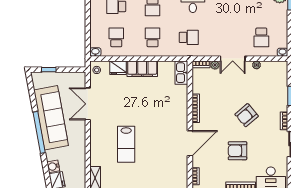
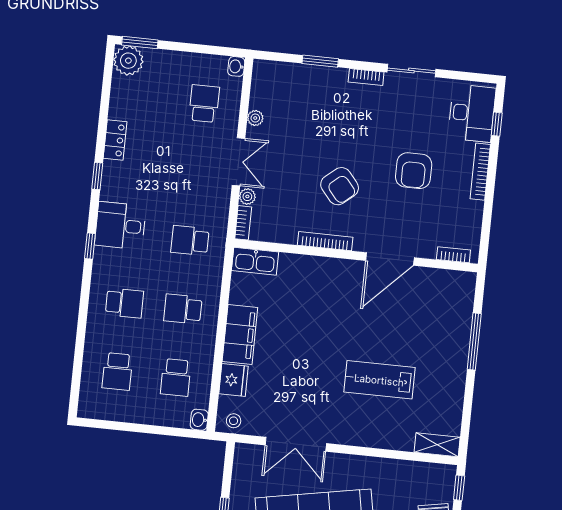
school desk: (116, 37) -> (176, 377), turned -90
school desk: (189, 37) -> (190, 241), turned -90
school desk: (261, 37) -> (204, 104), turned -90
armchair: (247, 115) -> (340, 186), moved
door: (190, 143) -> (390, 259), swing flipped
lab bench: (126, 144) -> (379, 380), turned 180

